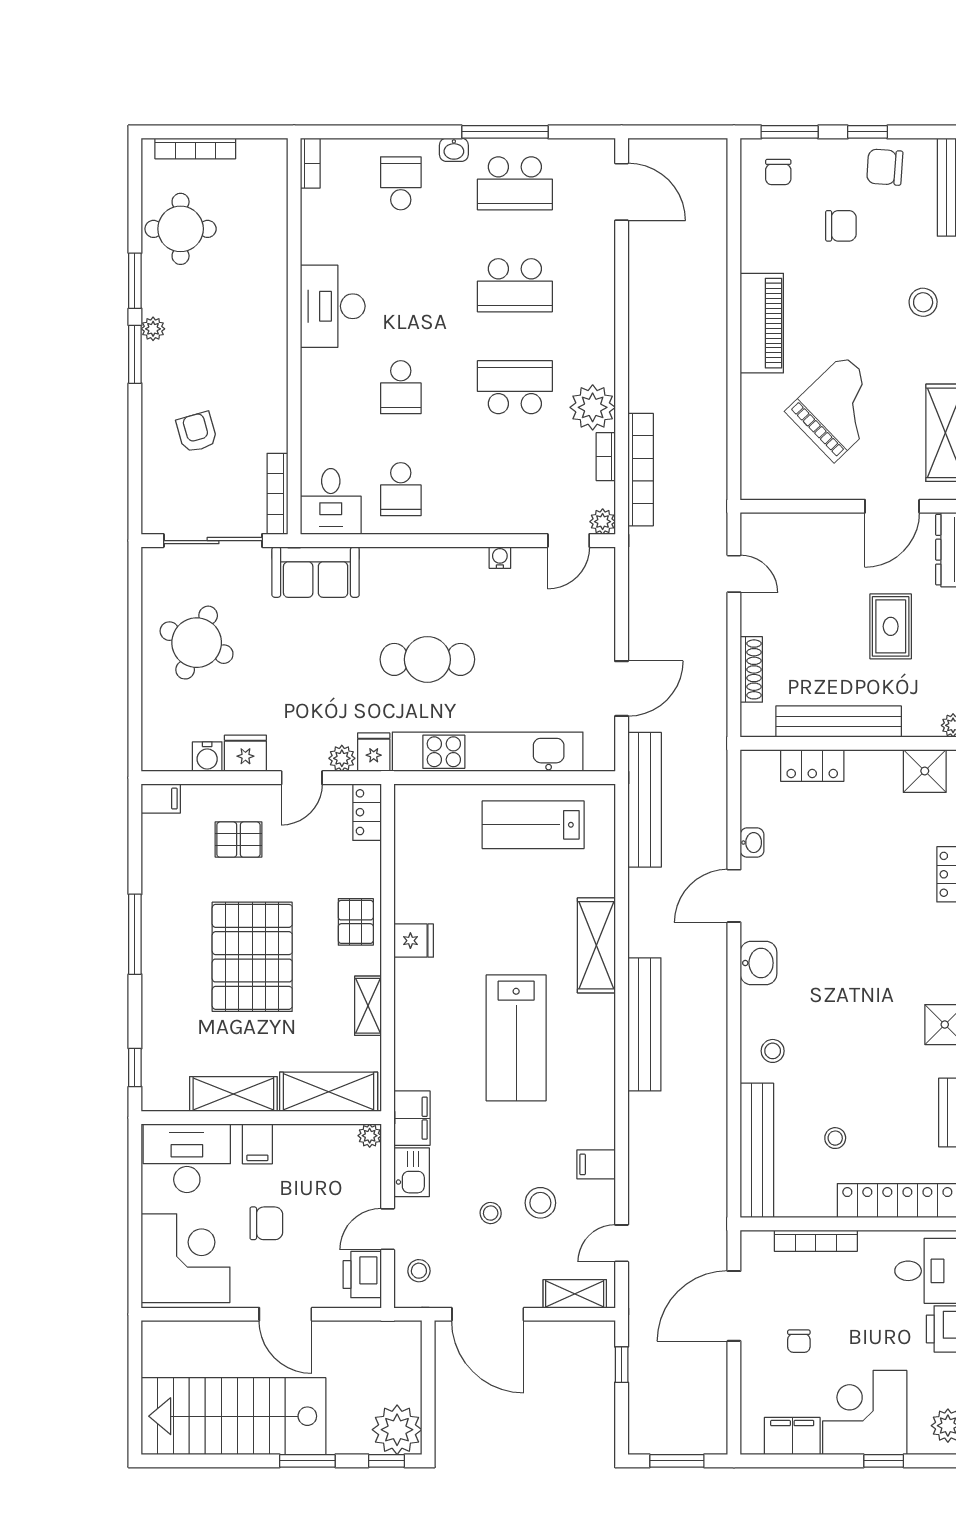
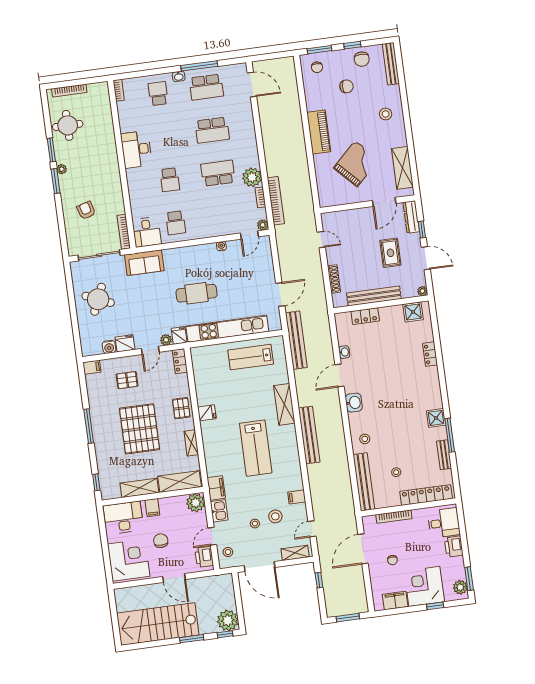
chair: (885, 167) -> (362, 59), turned -94
plant: (370, 1136) -> (196, 503), width x1.88, depth x1.88
chair: (266, 1223) -> (161, 541), turned -90

